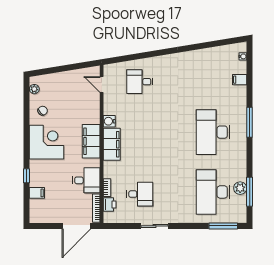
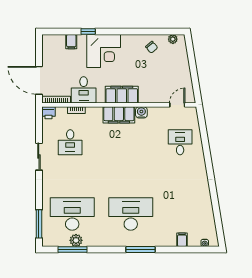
corner desk: (47, 142) -> (104, 51), moved
printer: (110, 204) -> (48, 113), moved

